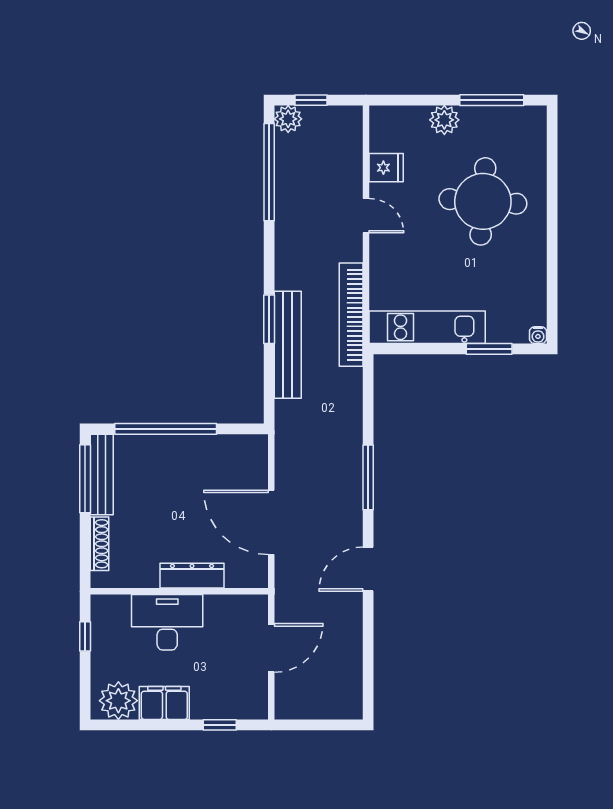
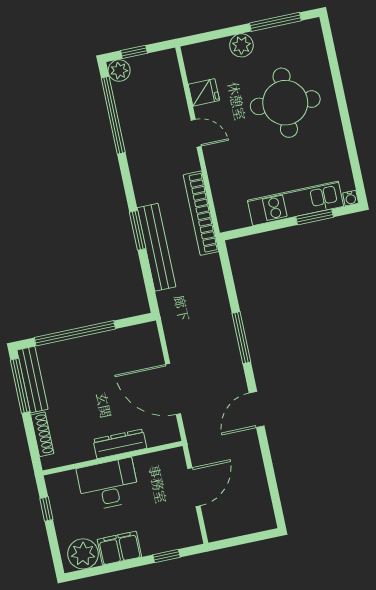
kitchen unit: (427, 327) -> (296, 203), moved

